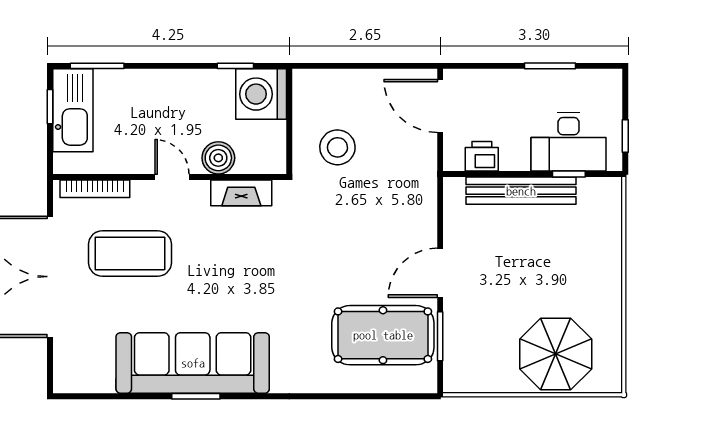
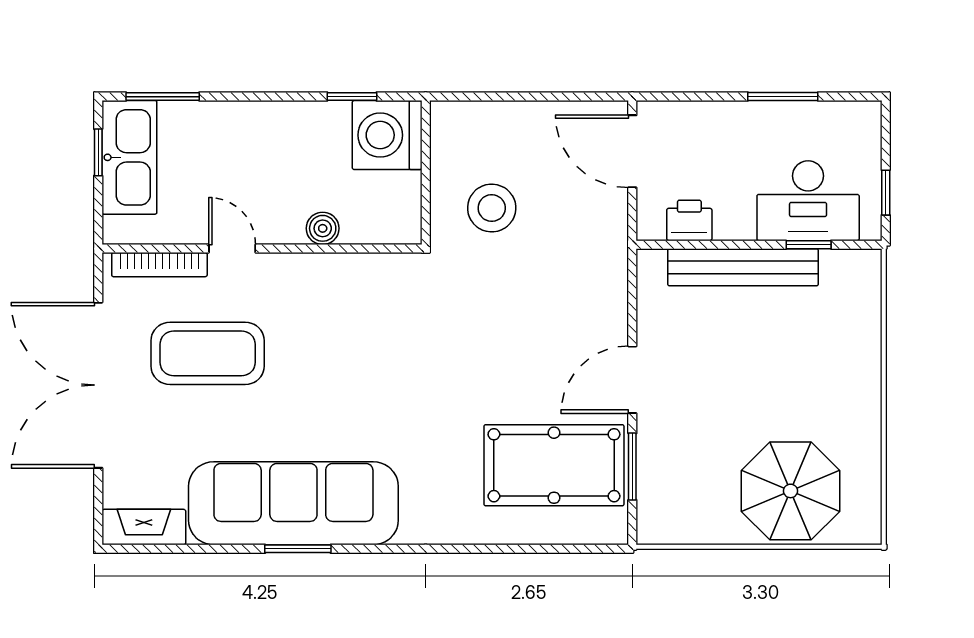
boiler: (218, 158) -> (323, 228), width x0.73, depth x0.73
door: (172, 177) -> (232, 249), moved
fireplace: (241, 193) -> (144, 527), moved, turned 180

